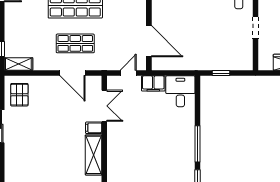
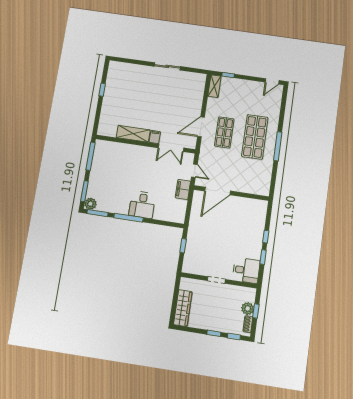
desk: (180, 91) -> (142, 205), moved, turned 90
pallet: (19, 95) -> (190, 83), removed

